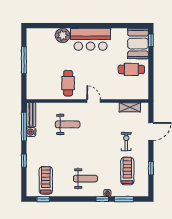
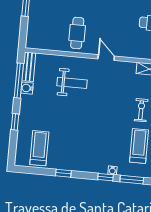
weight bench: (85, 179) -> (87, 151), removed
window: (43, 199) -> (63, 173), moved

